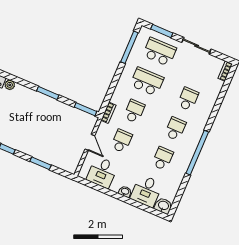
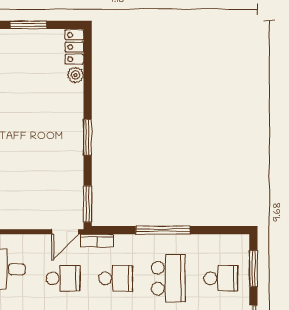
window: (129, 47) -> (163, 230), moved
school desk: (160, 52) -> (221, 278), width x0.54
door: (90, 142) -> (65, 232), moved

